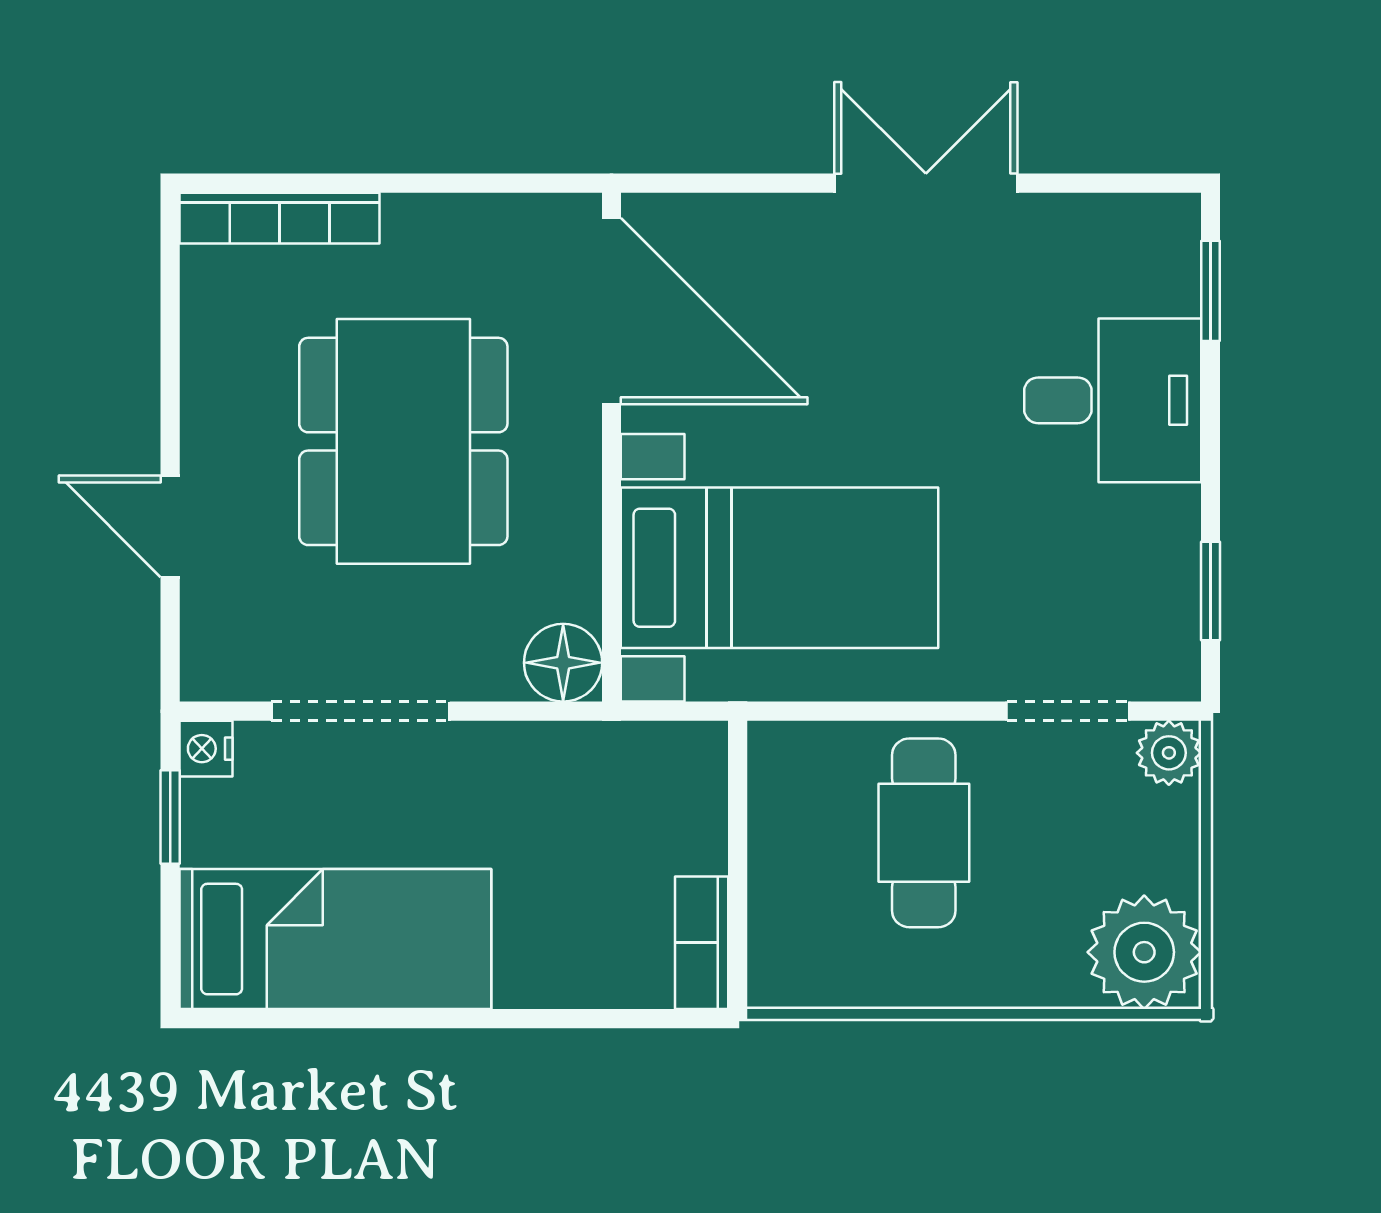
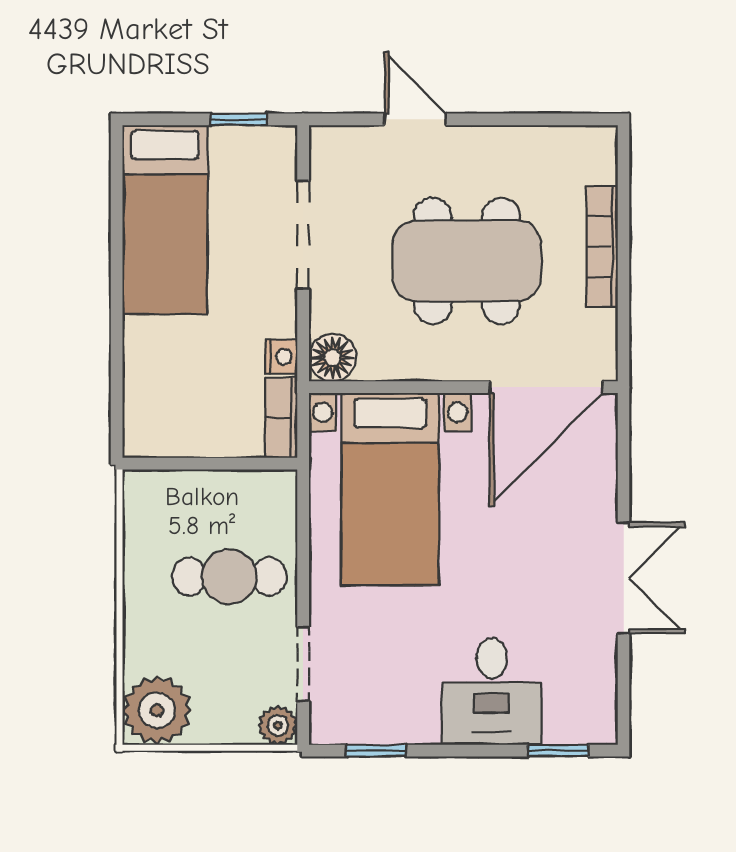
bookcase: (279, 218) -> (602, 246), moved
door: (170, 526) -> (415, 119), hinge flipped
nightstand: (206, 749) -> (281, 357), moved, turned 90
bookcase: (702, 943) -> (281, 418), moved, turned -90

